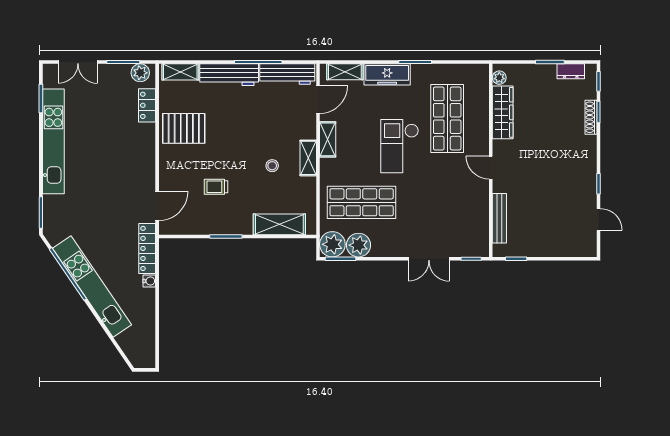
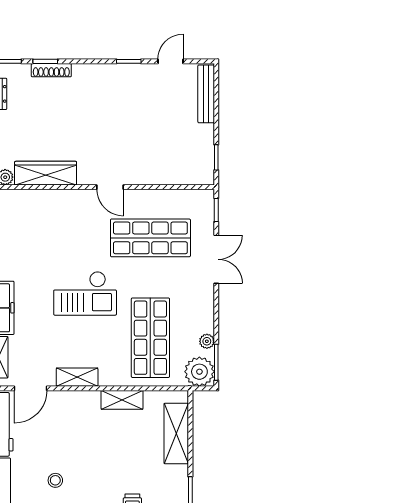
door: (318, 99) -> (31, 388), swing flipped
shop shelf: (447, 119) -> (150, 238), moved
shelving: (308, 158) -> (122, 400), moved
stool: (272, 166) -> (55, 480), moved
door: (491, 168) -> (110, 187), hinge flipped
bench: (499, 218) -> (206, 94), moved, turned 90
plant: (358, 245) -> (207, 341), width x0.53, depth x0.53

